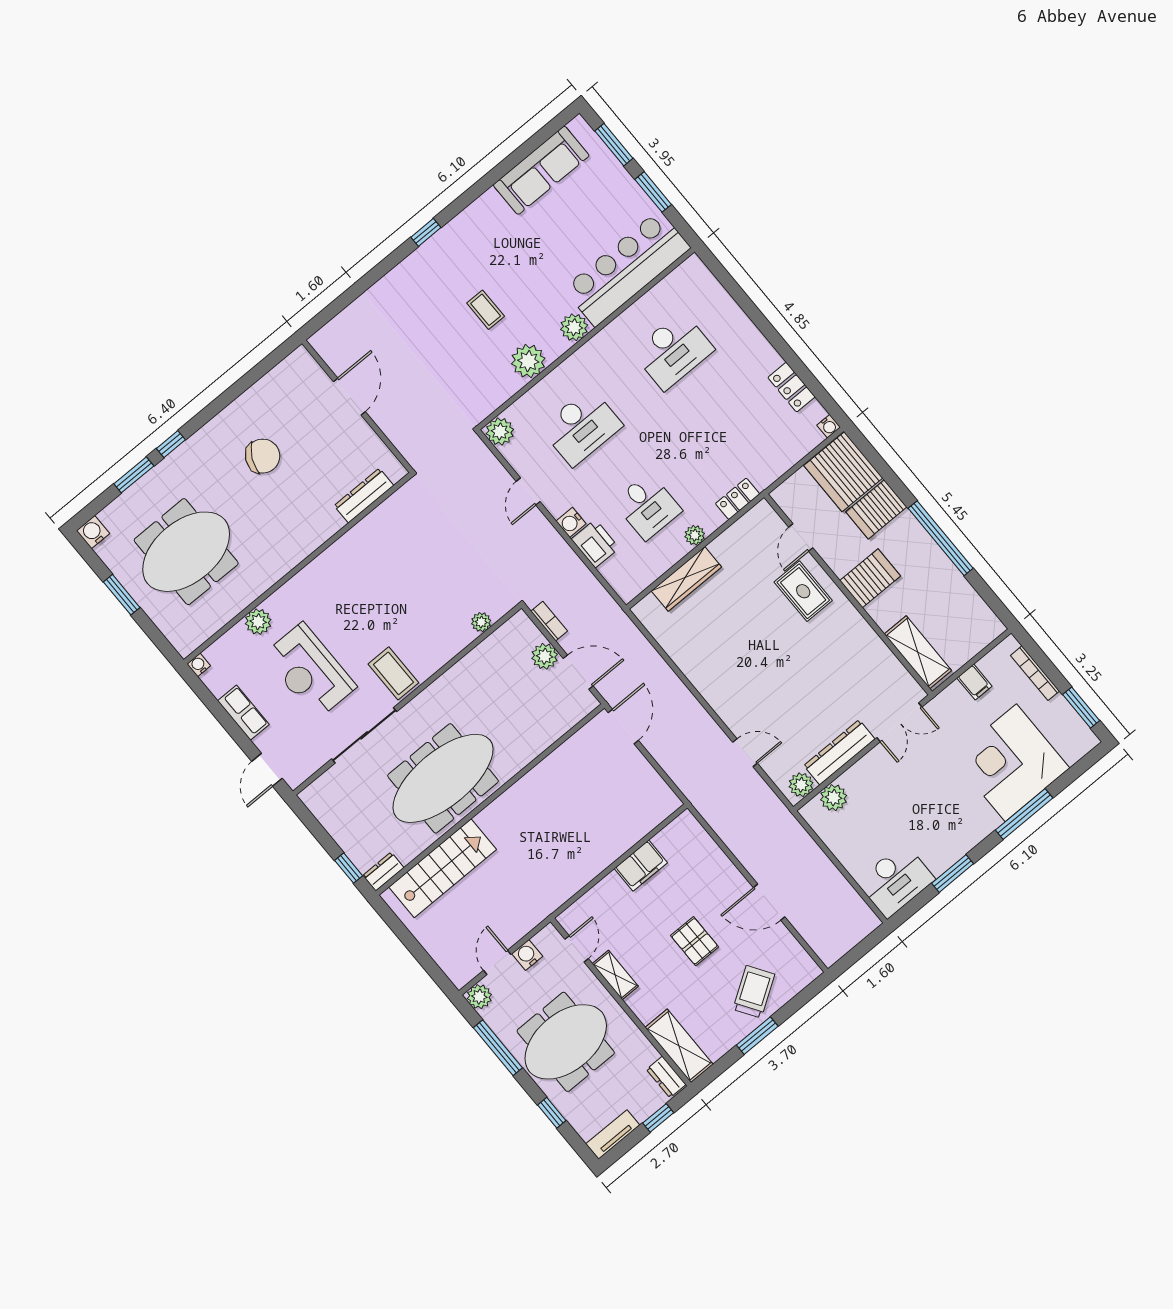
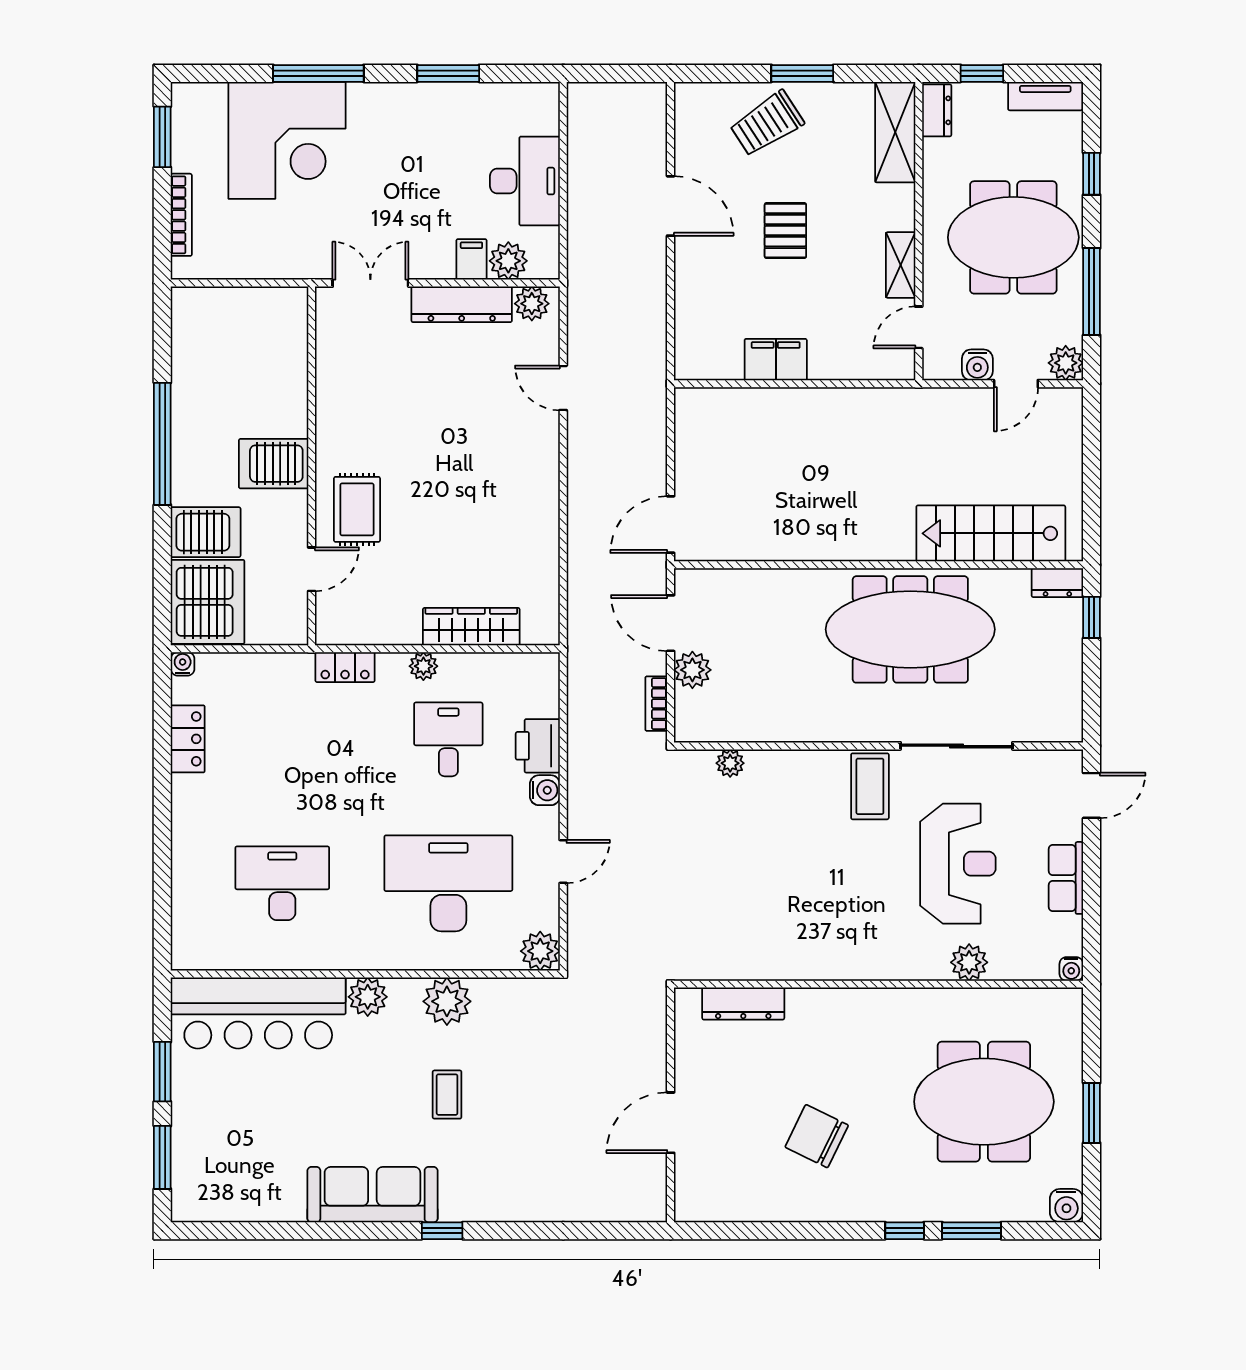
sofa: (541, 170) -> (372, 1195), moved
desk: (582, 427) -> (448, 883), width x1.36, depth x1.30
shelving: (918, 652) -> (288, 342), removed
filing cabinet: (974, 682) -> (471, 259), moved
desk: (896, 880) -> (525, 181), moved, turned 90

